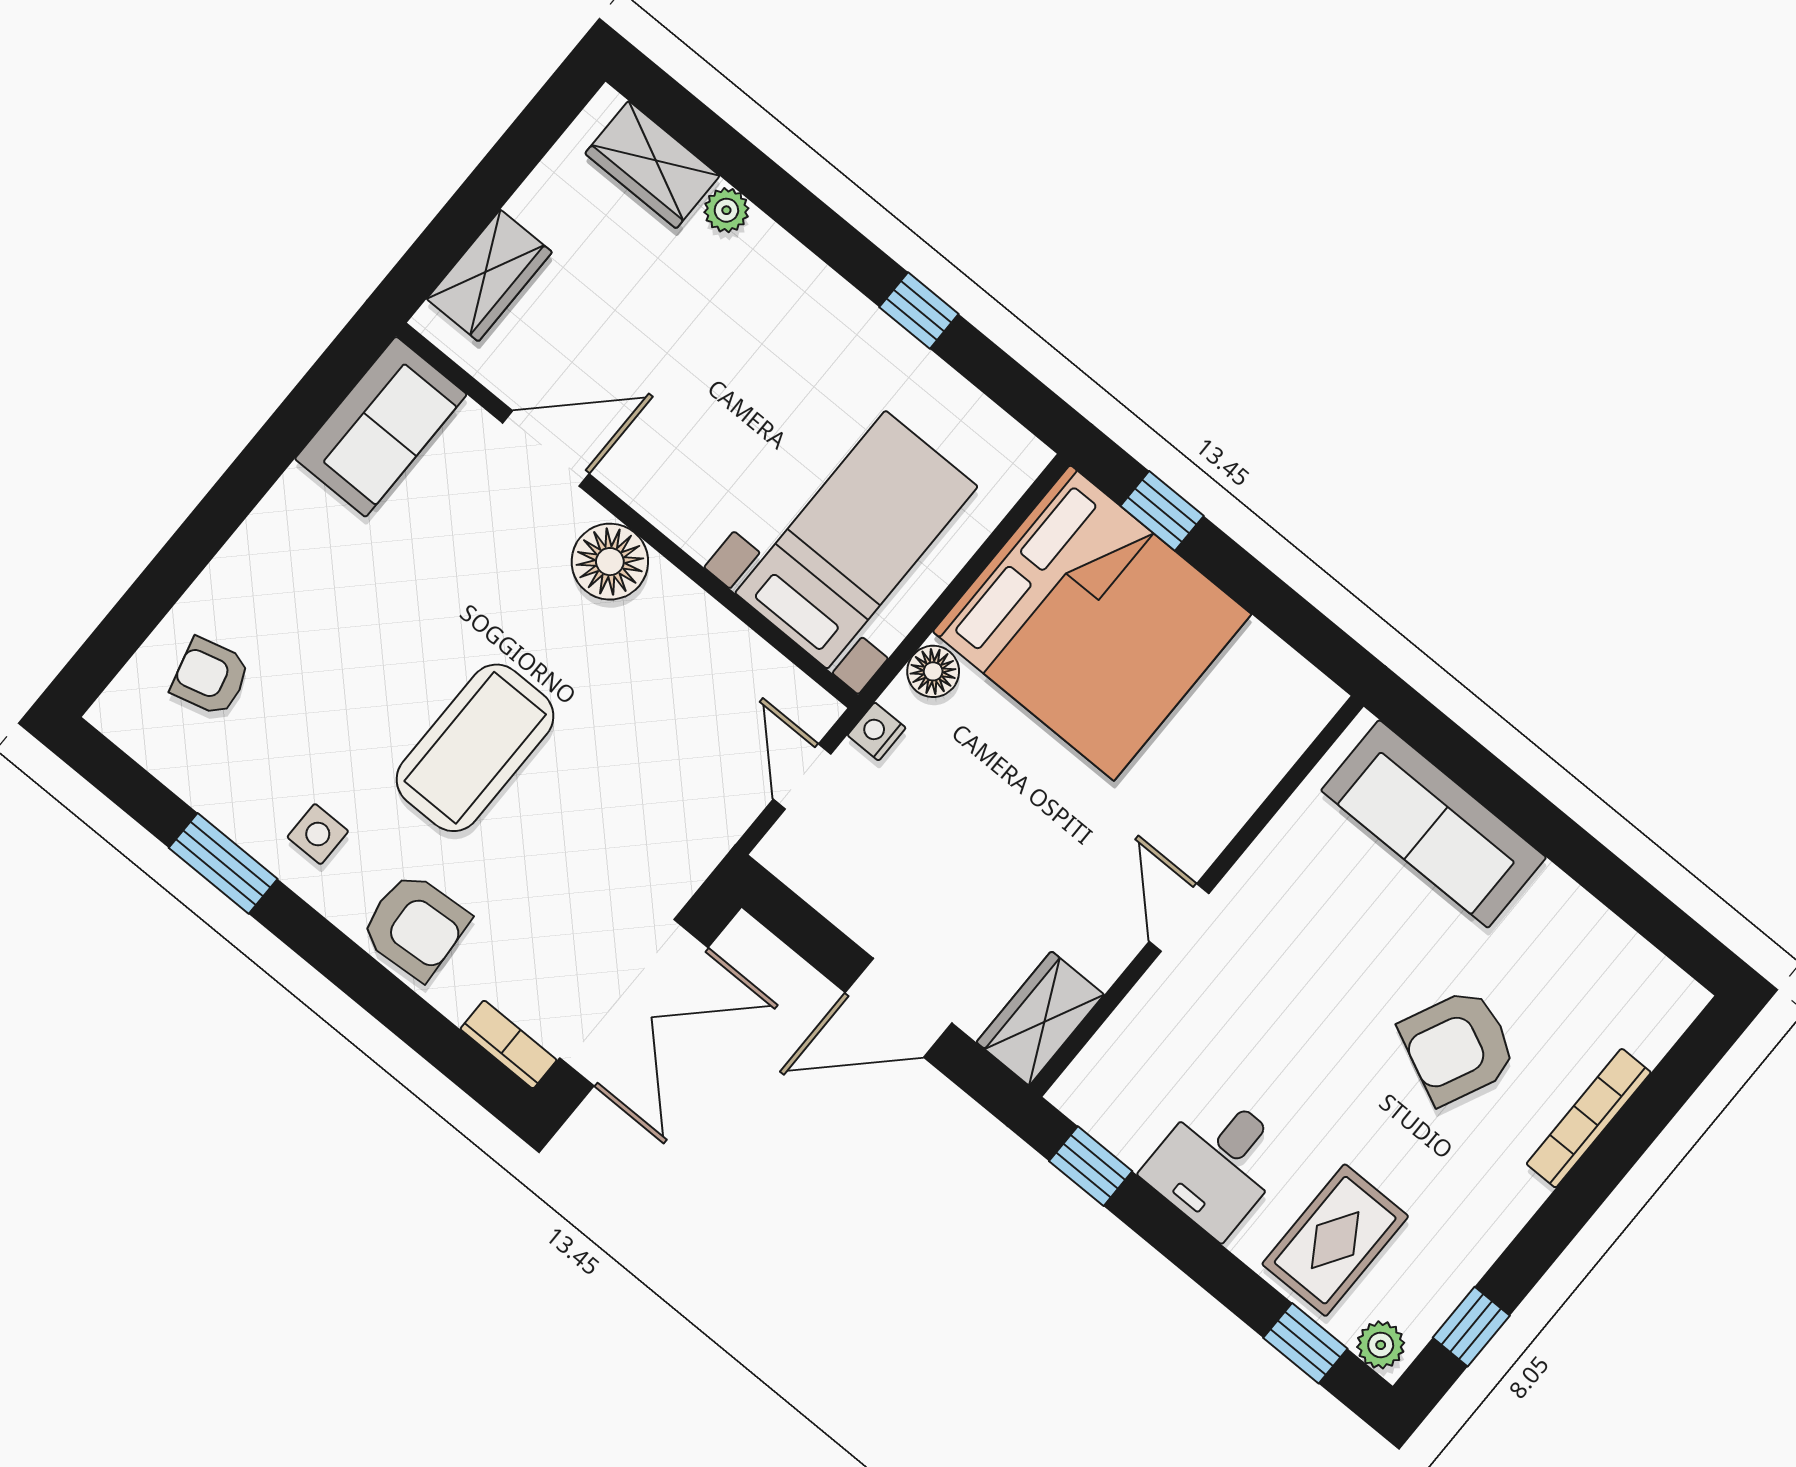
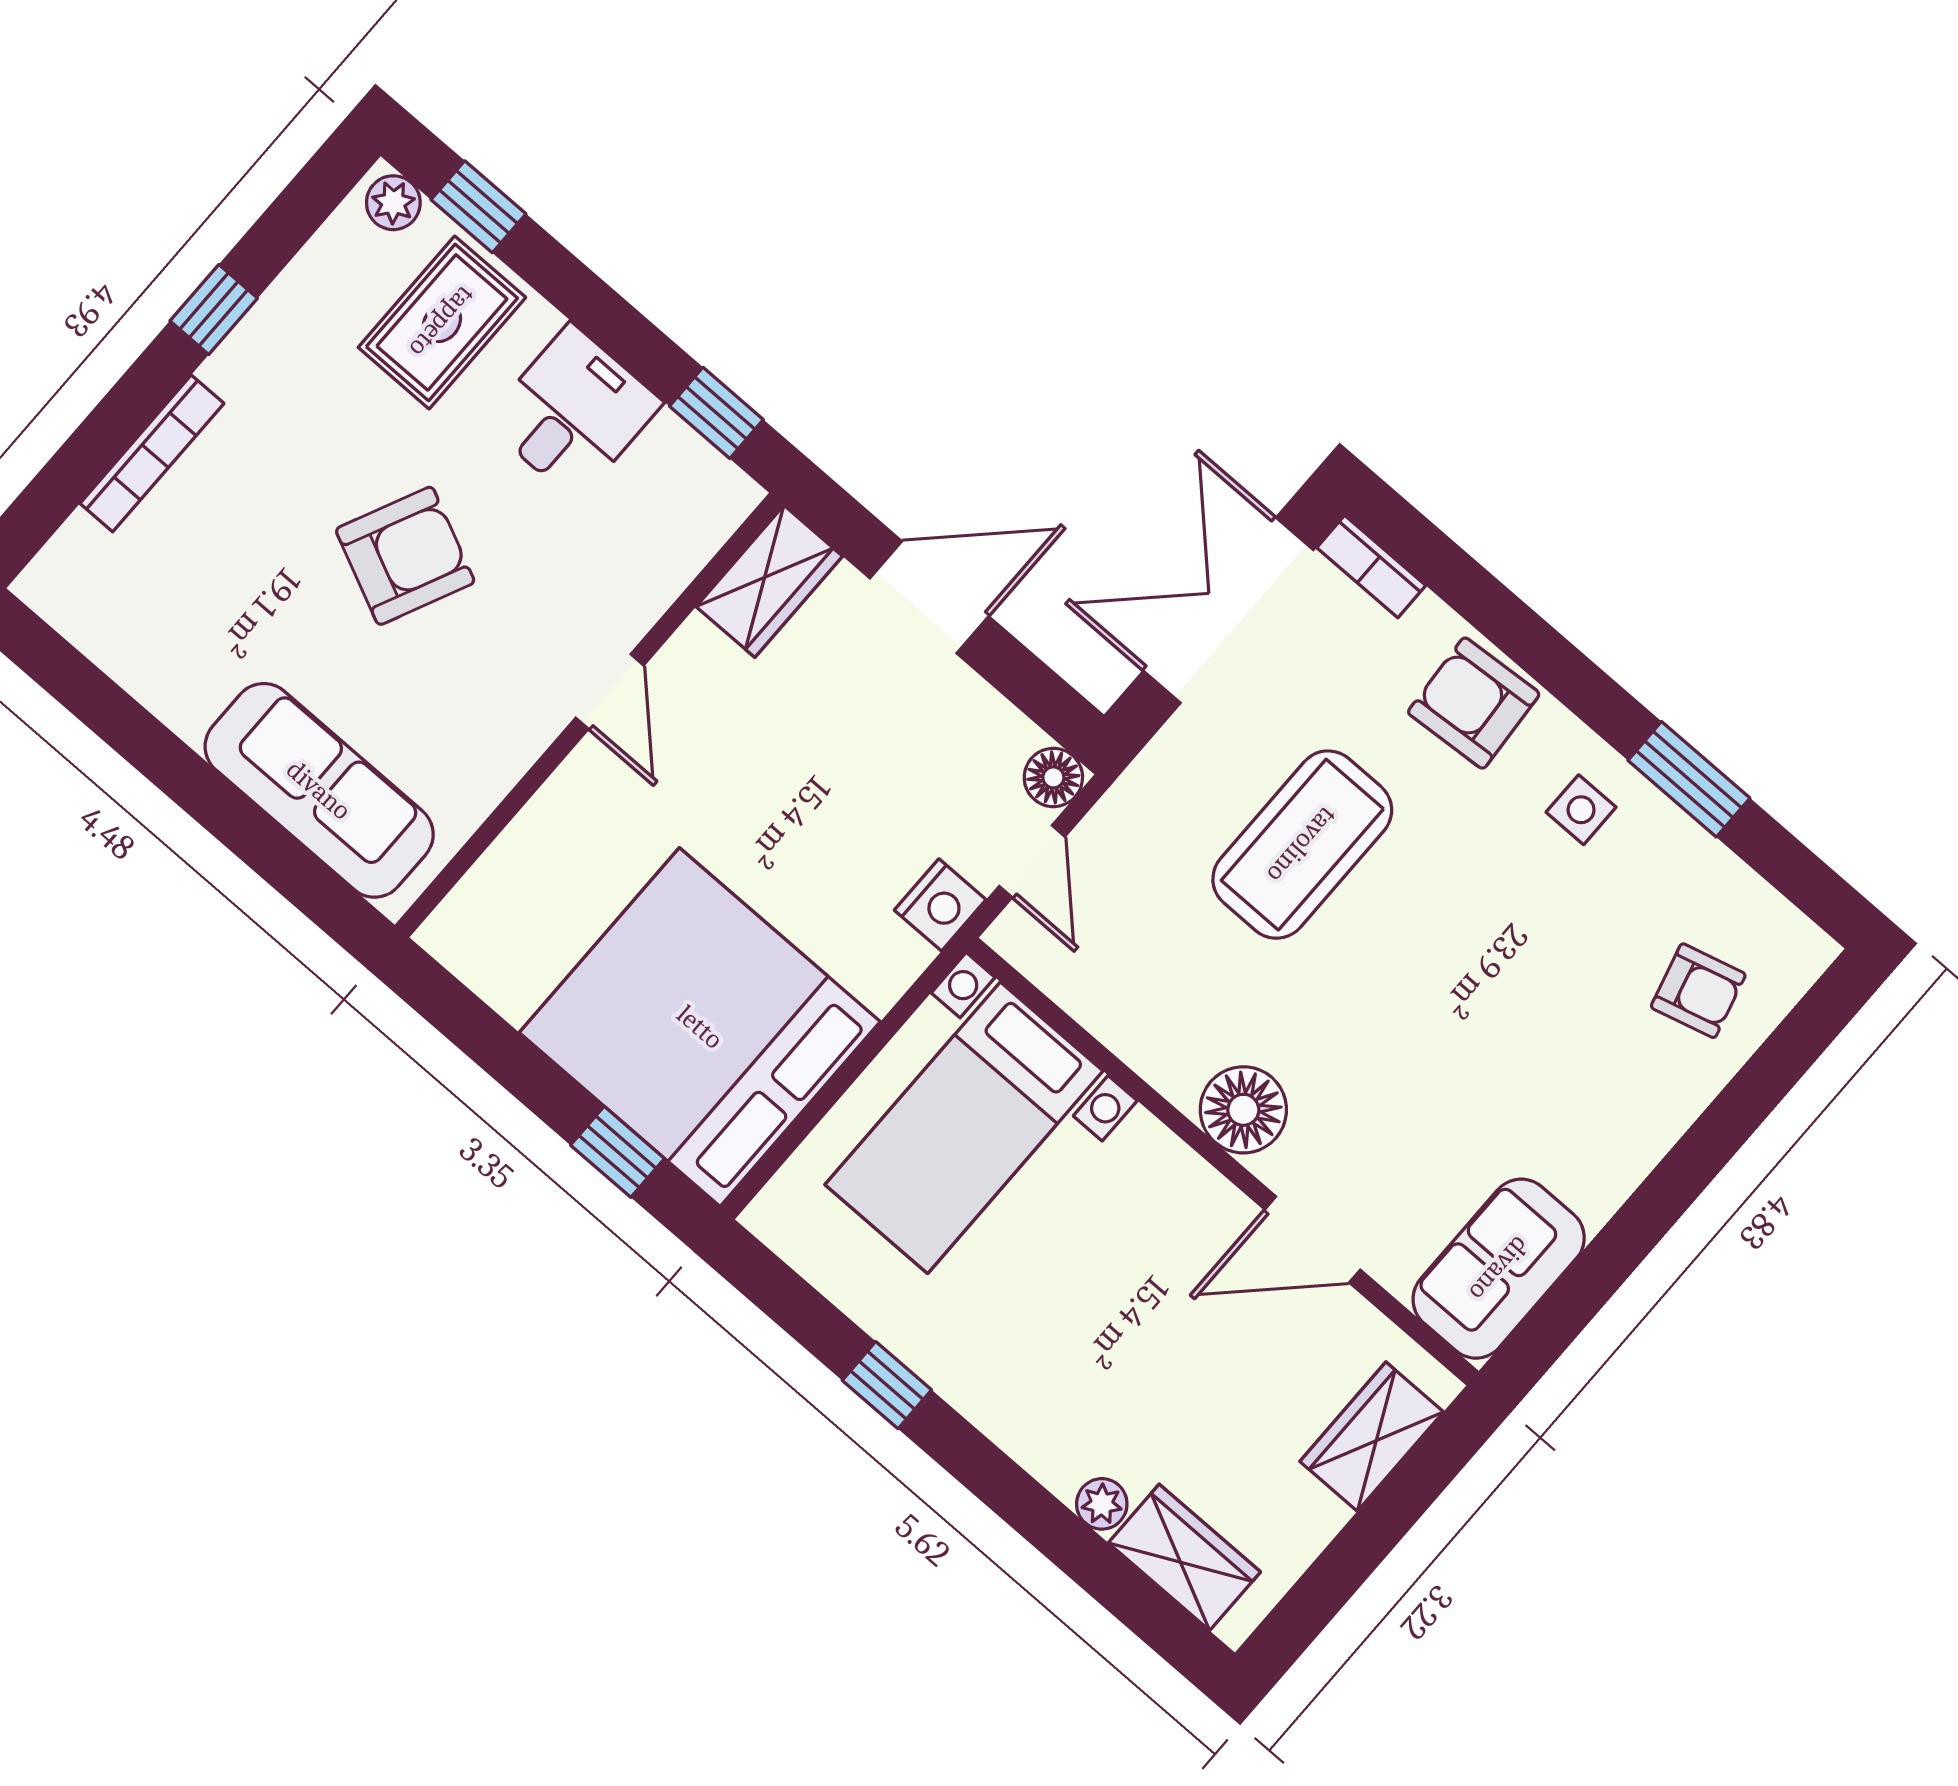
floor lamp: (933, 671) -> (1053, 777), moved
nightstand: (877, 732) -> (940, 905), width x1.39, depth x1.35
coffee table: (475, 748) -> (1302, 845), moved
armchair: (1458, 1046) -> (405, 556), moved
window: (1471, 1327) -> (214, 310), moved

